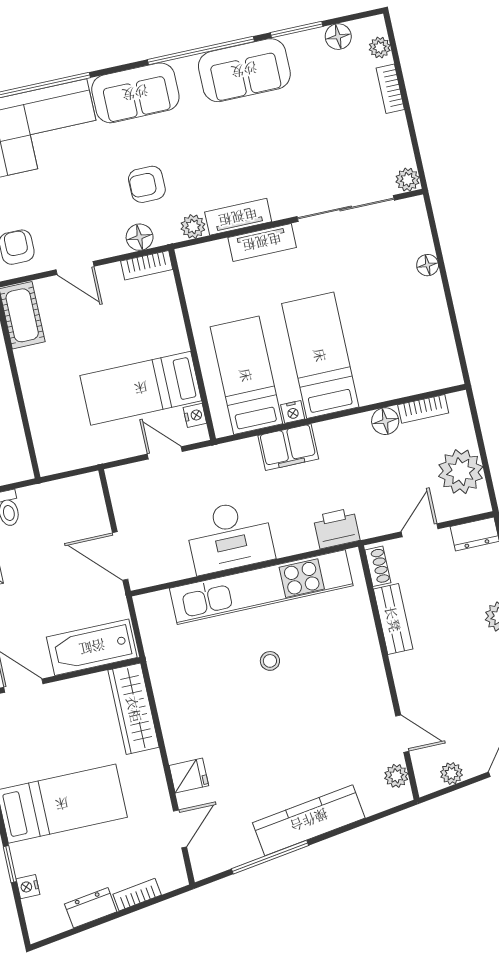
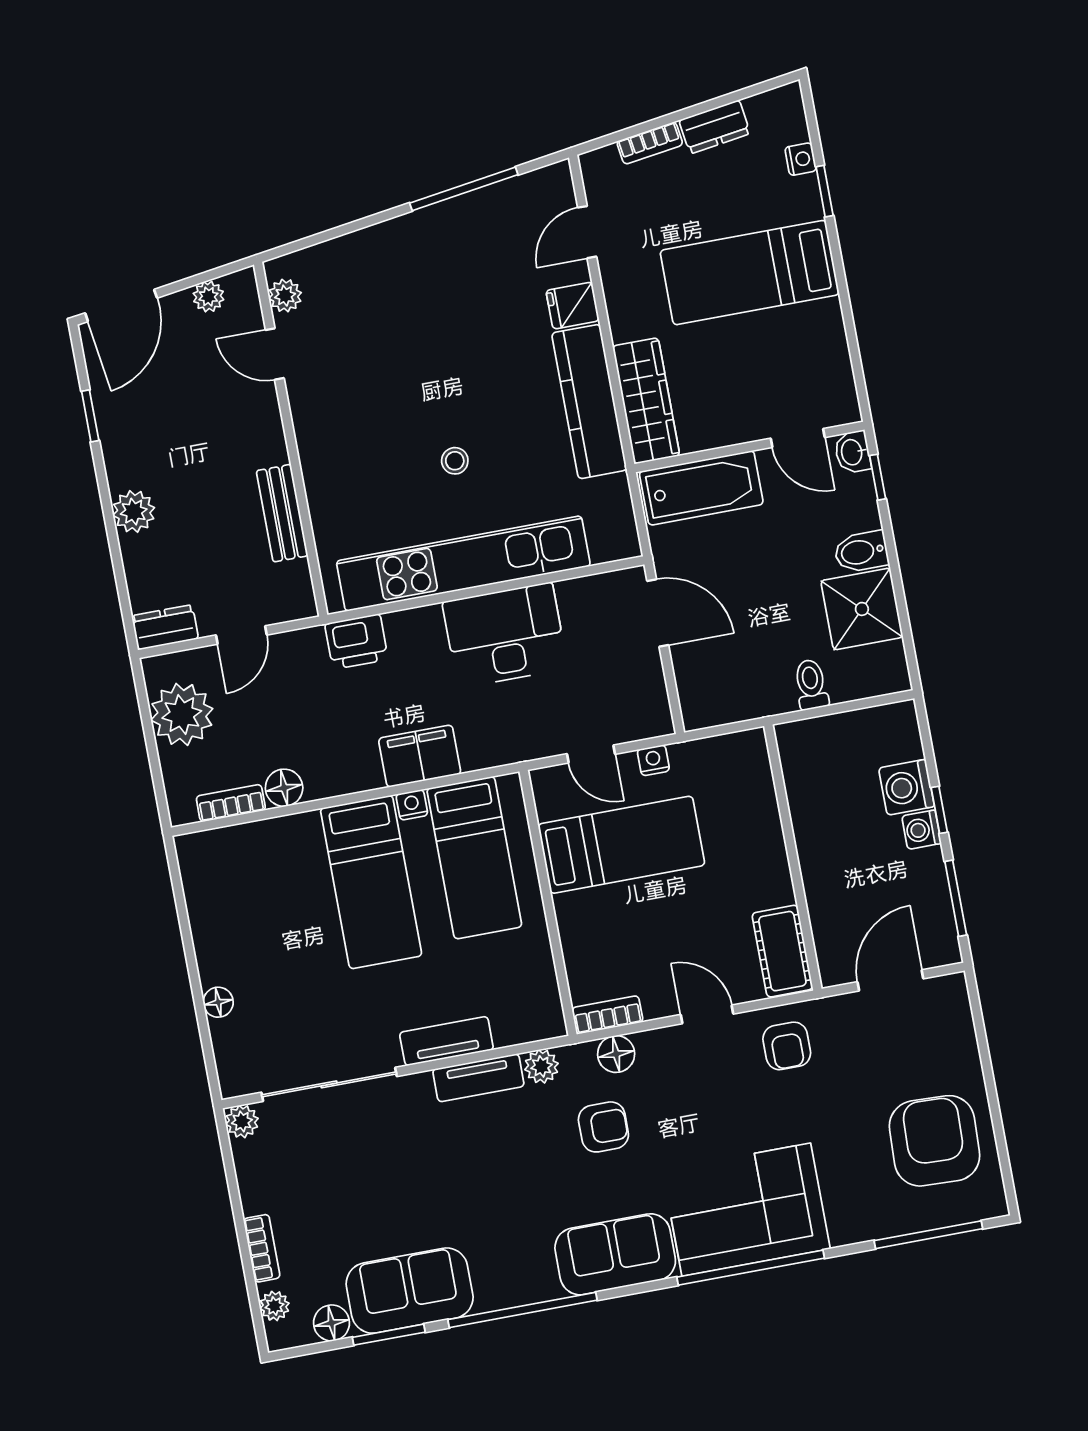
sofa: (244, 70) -> (410, 1291), moved
nightstand: (195, 415) -> (653, 760), moved, turned 90
shoe rack: (378, 566) -> (301, 587), removed
kitchen counter: (309, 820) -> (589, 402), moved, turned 98

